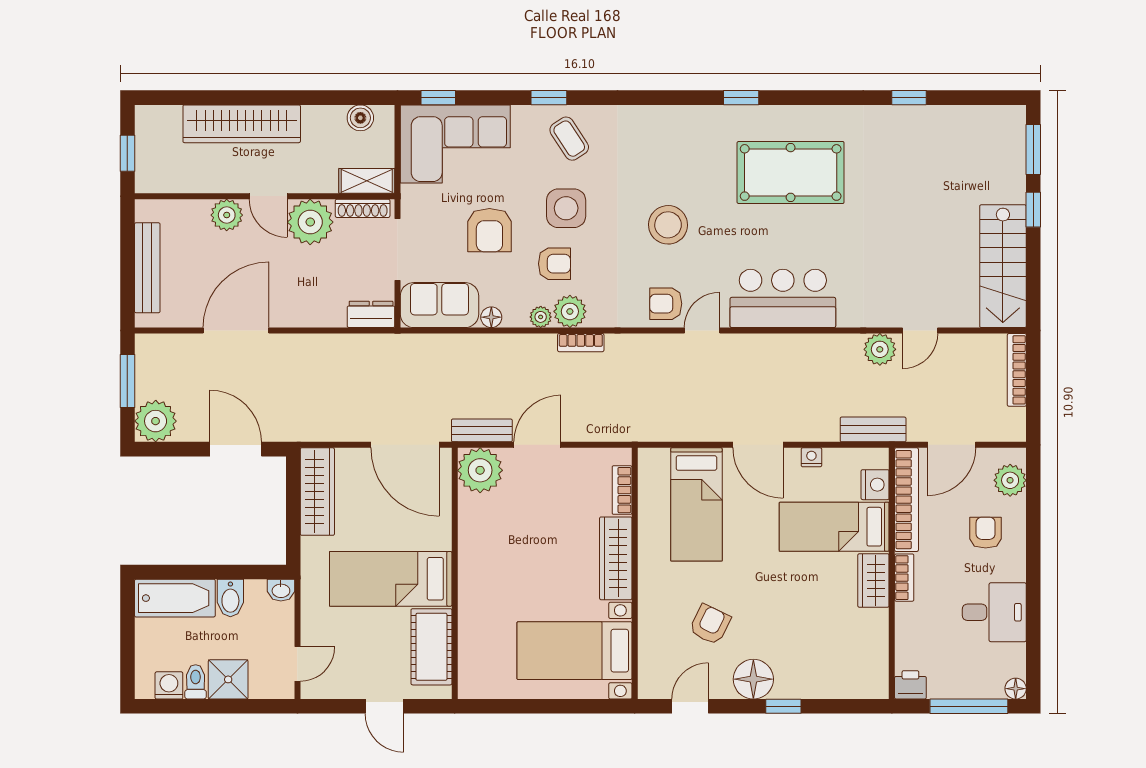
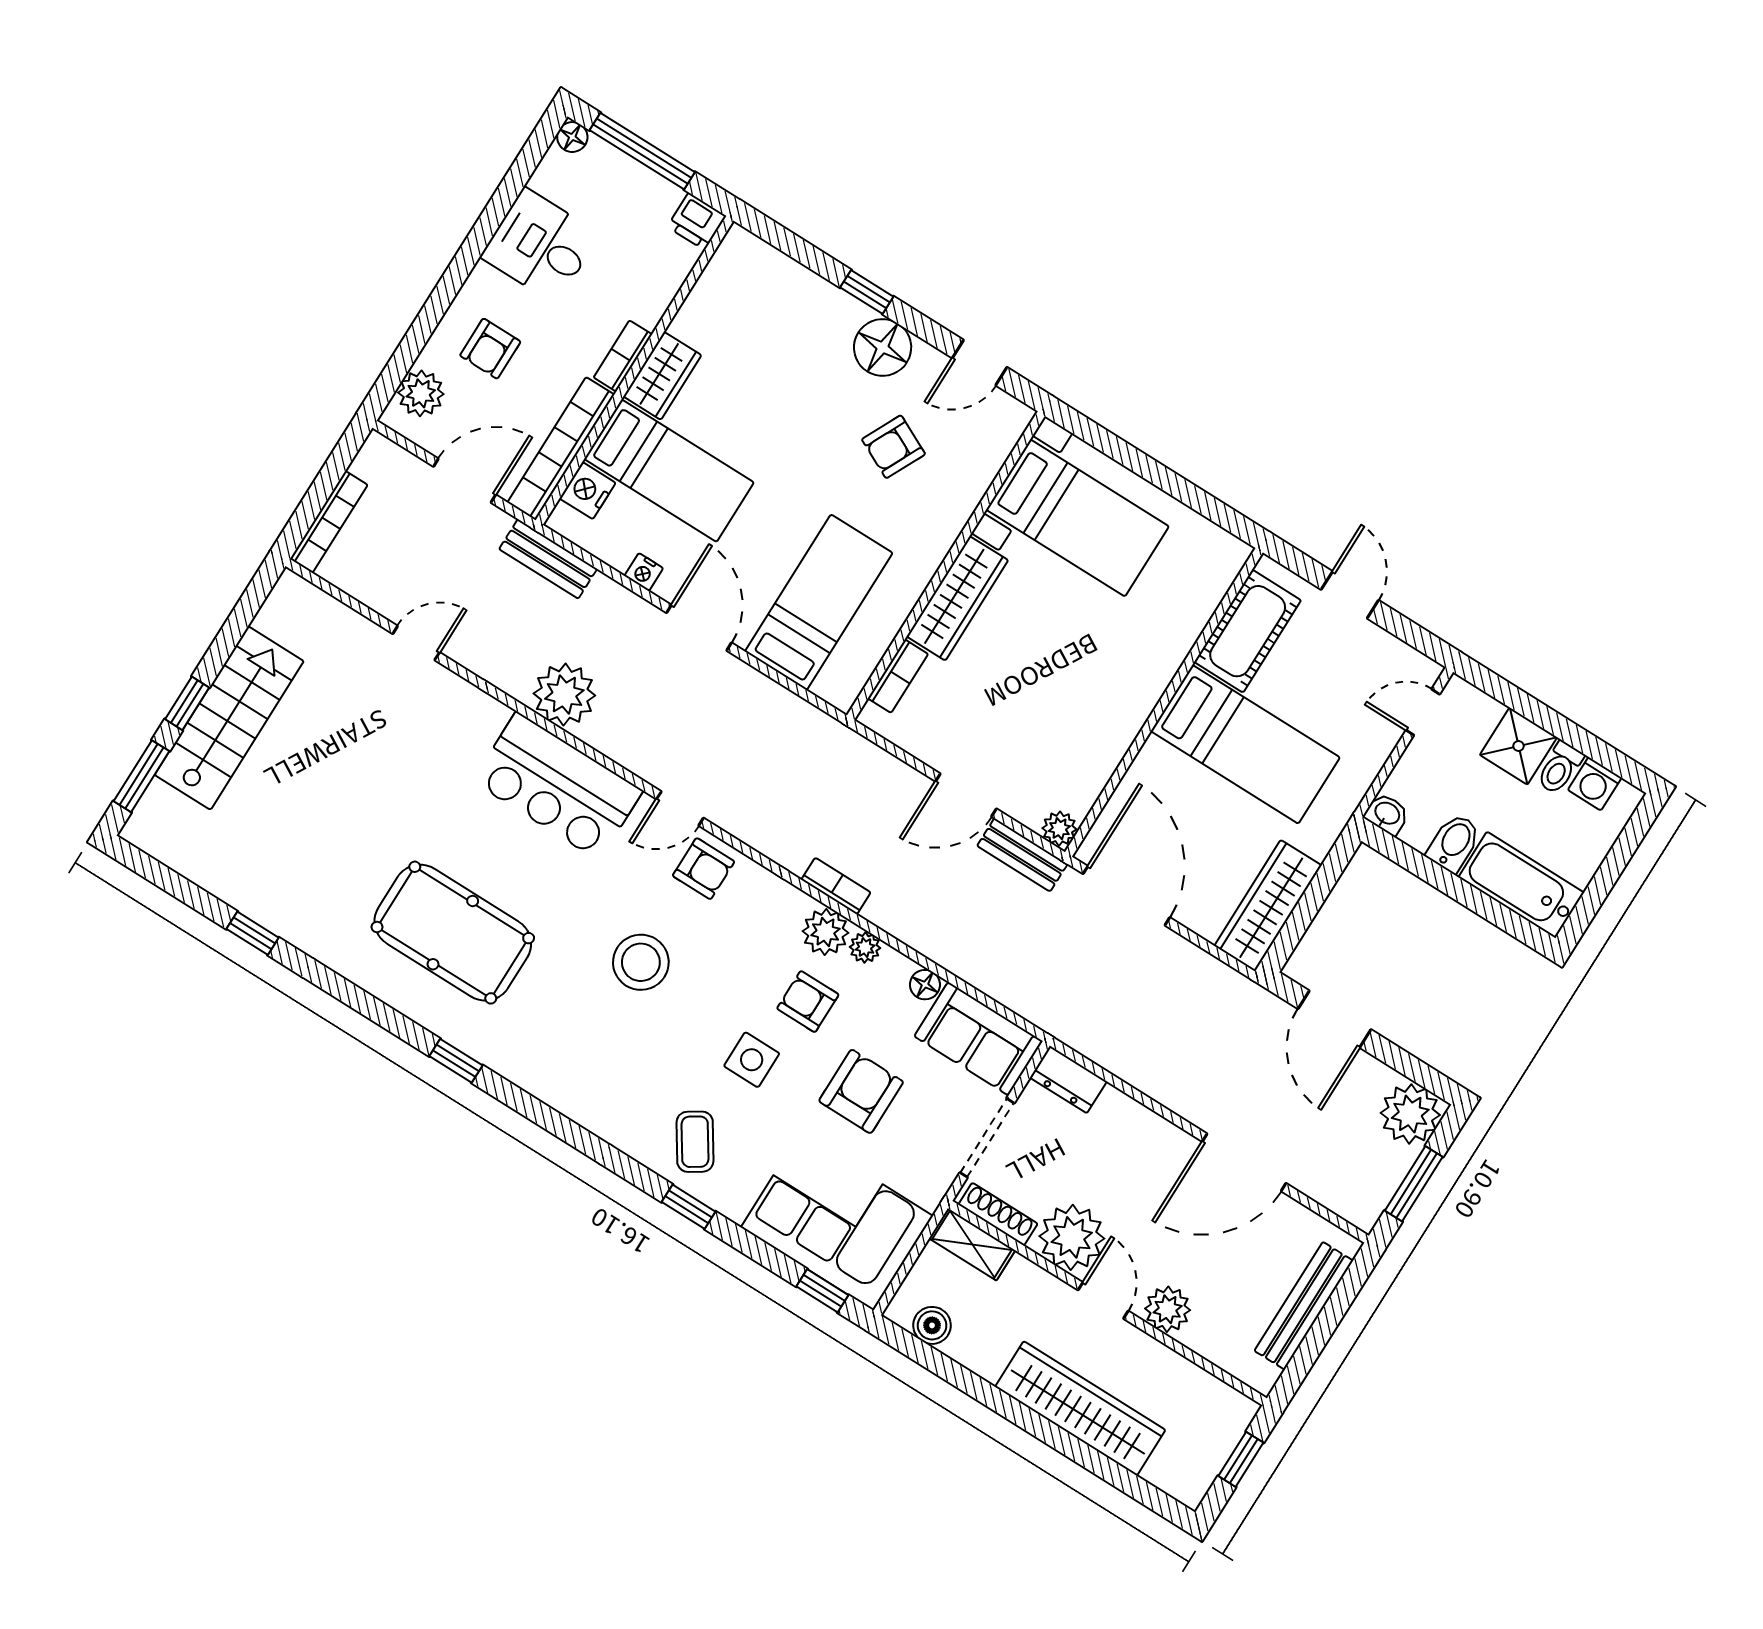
side table: (566, 208) -> (752, 1060), width x0.73, depth x0.73
stairs: (1003, 266) -> (229, 718), moved
plant: (880, 349) -> (564, 694), moved, width x1.36, depth x1.36
plant: (480, 470) -> (1059, 829), width x0.53, depth x0.53

